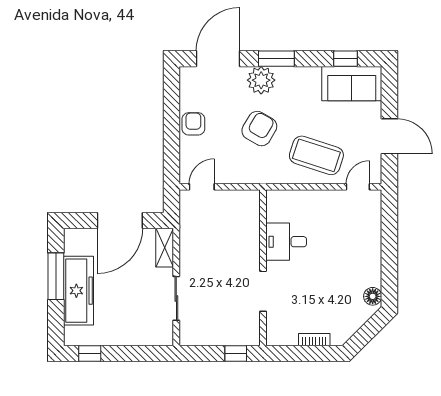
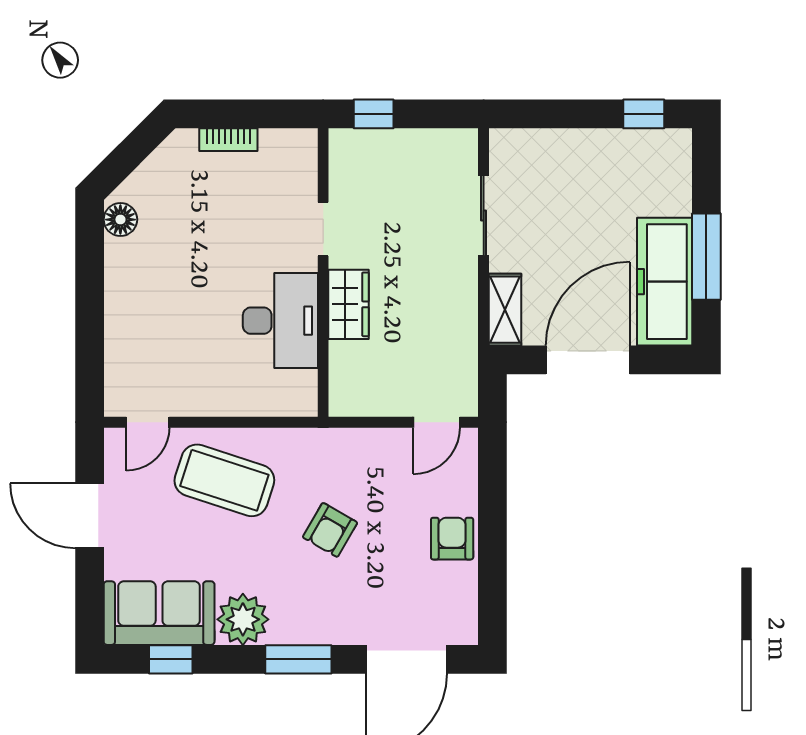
plant: (261, 80) -> (243, 619), moved
armchair: (193, 124) -> (452, 539), turned 180
armchair: (259, 129) -> (330, 530), width x0.72, depth x0.72
desk: (286, 242) -> (280, 321), width x1.37
wardrobe: (249, 250) -> (349, 304), added
freezer: (78, 291) -> (665, 282), moved
doorway: (263, 291) -> (323, 229), width x0.73

